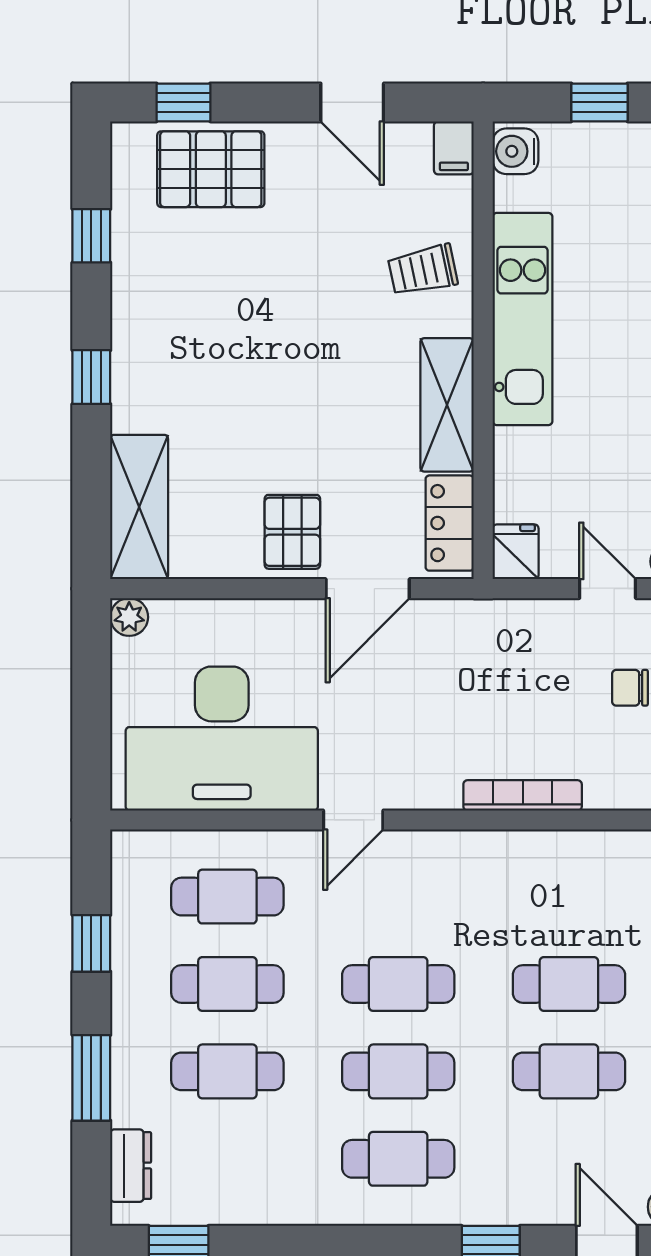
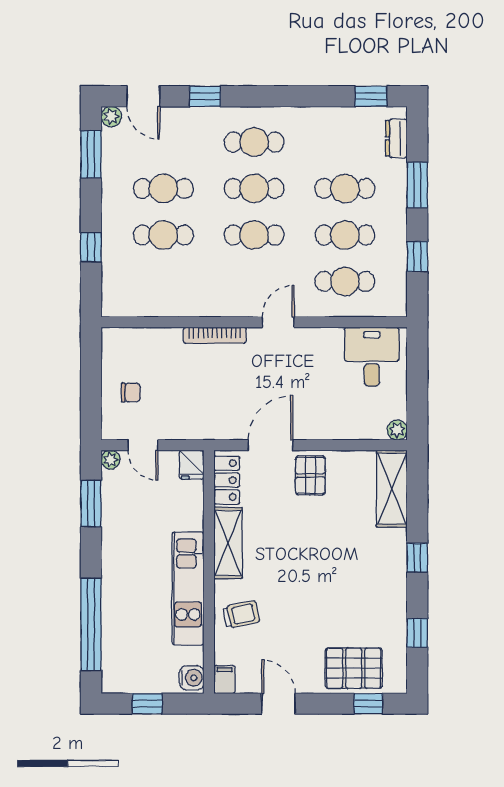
desk: (222, 739) -> (372, 357), width x0.53, depth x0.77
bookcase: (523, 795) -> (215, 335), moved

